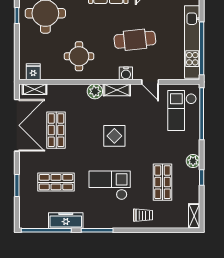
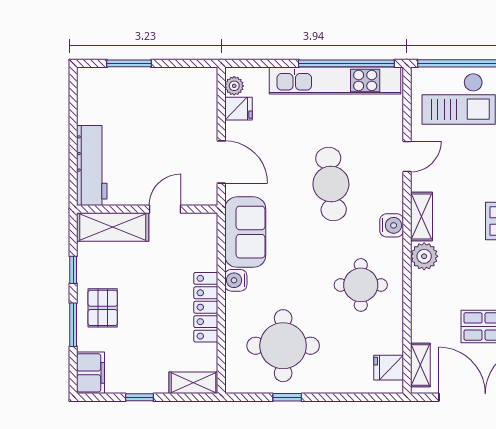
water cooler: (126, 73) -> (392, 225), moved

